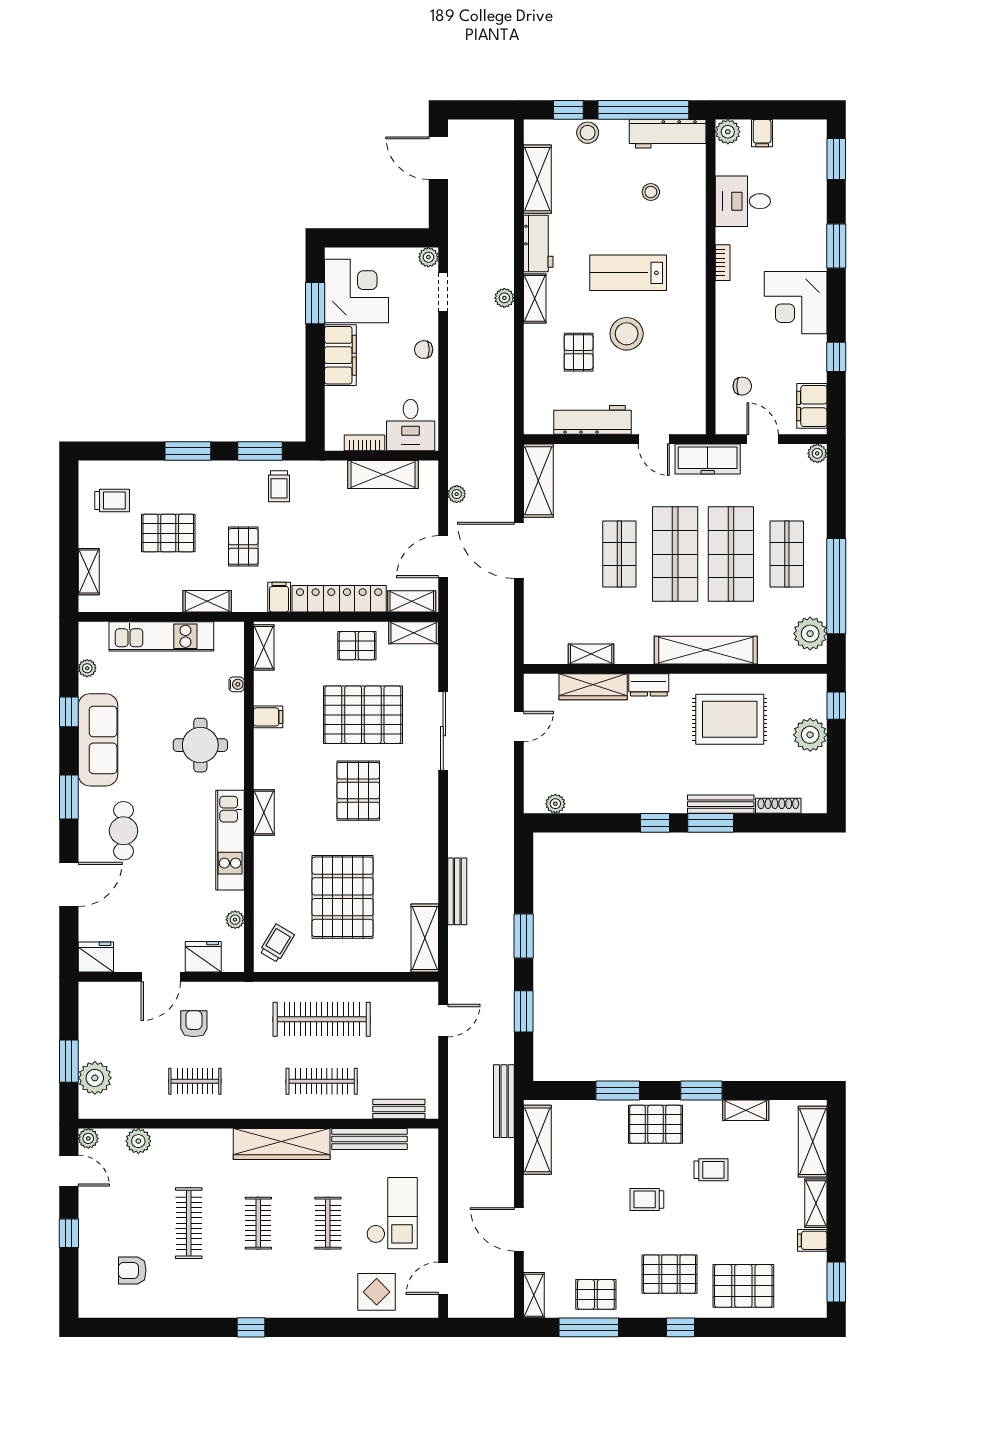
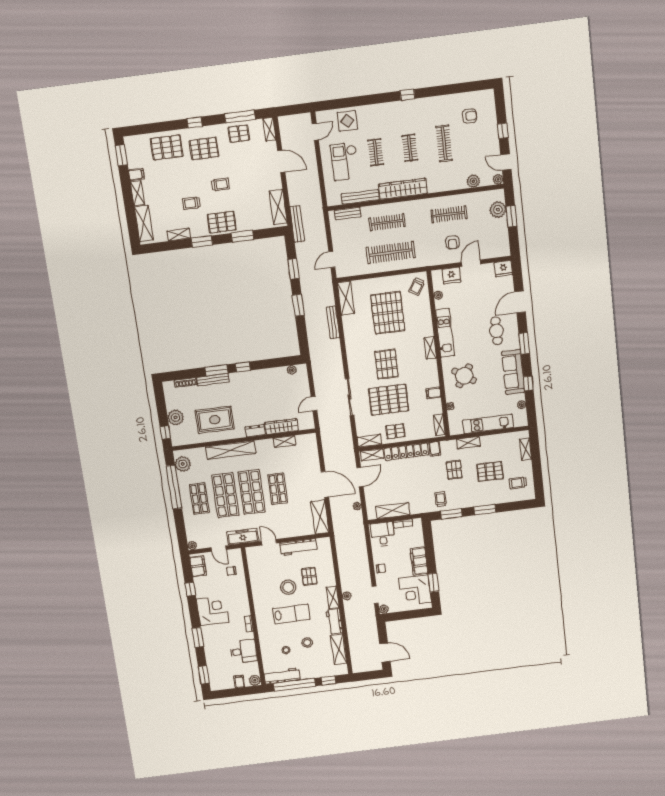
stool: (588, 133) -> (307, 643), moved
round table: (200, 745) -> (464, 376), turned 34
clothes rail: (195, 1081) -> (449, 214), width x1.36

